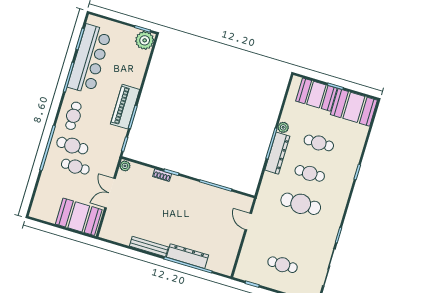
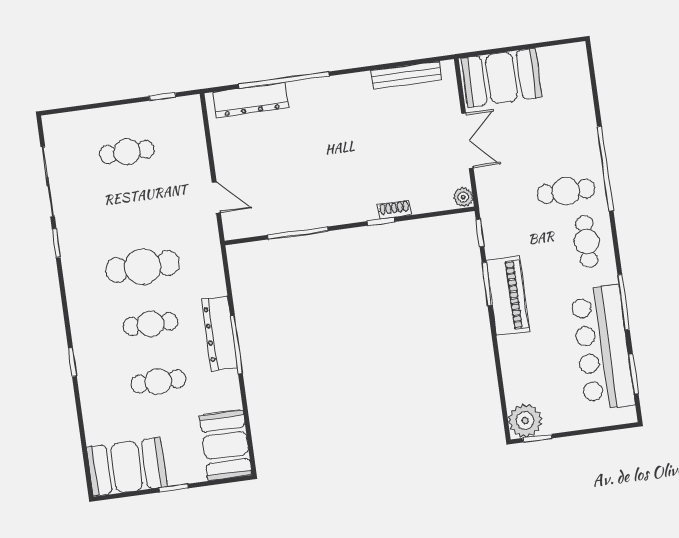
booth: (316, 95) -> (226, 445), moved, turned 90
plant: (283, 127) -> (229, 380), removed
cafe table: (75, 167) -> (545, 159), removed
bench: (149, 247) -> (406, 75), moved
dresser: (188, 256) -> (251, 100), moved

